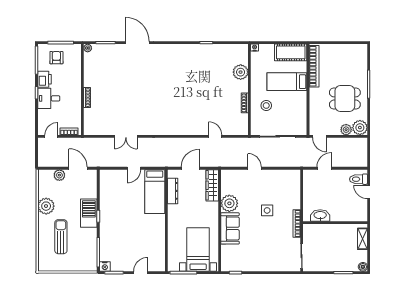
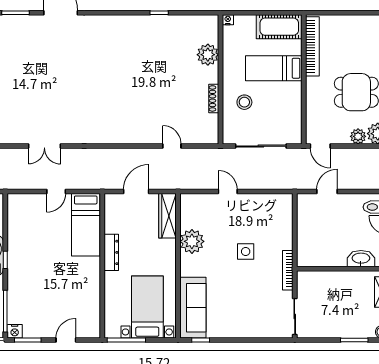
dresser: (173, 191) -> (111, 252), moved
washbasin: (320, 215) -> (361, 259), moved
sofa: (230, 228) -> (193, 308), moved, width x1.36

